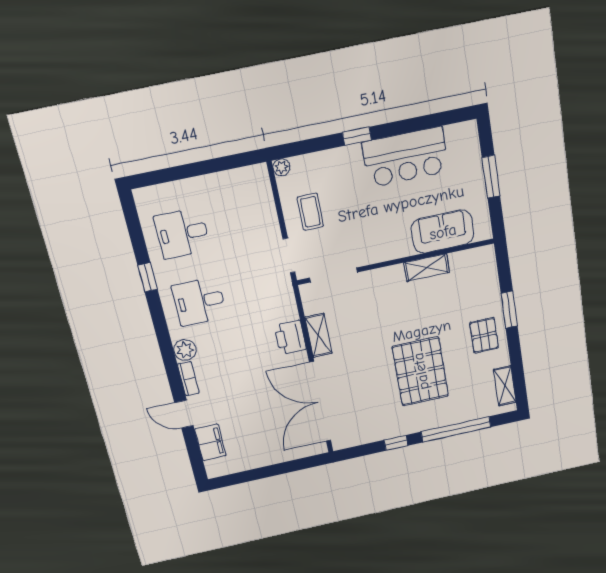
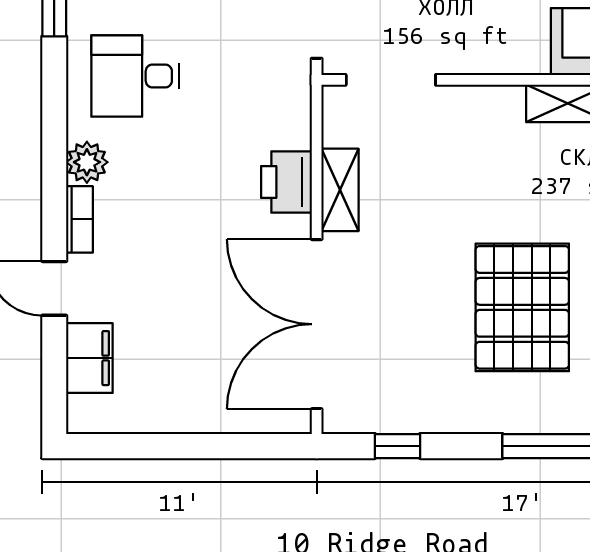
window: (396, 443) -> (398, 446), moved

